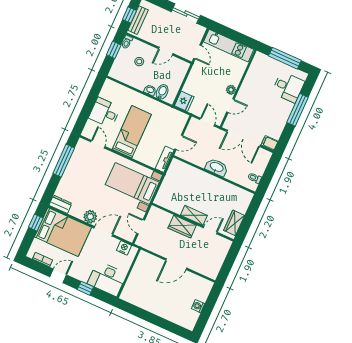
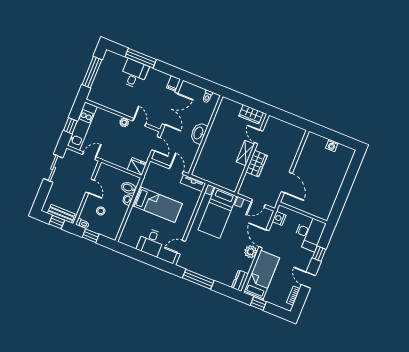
window: (230, 33) -> (70, 126), added
desk: (288, 87) -> (134, 74), moved
door: (207, 122) -> (156, 144), swing flipped
bed: (132, 132) -> (157, 205), moved, turned 180
bed: (63, 232) -> (262, 275), width x0.67
door: (176, 264) -> (287, 182), moved

